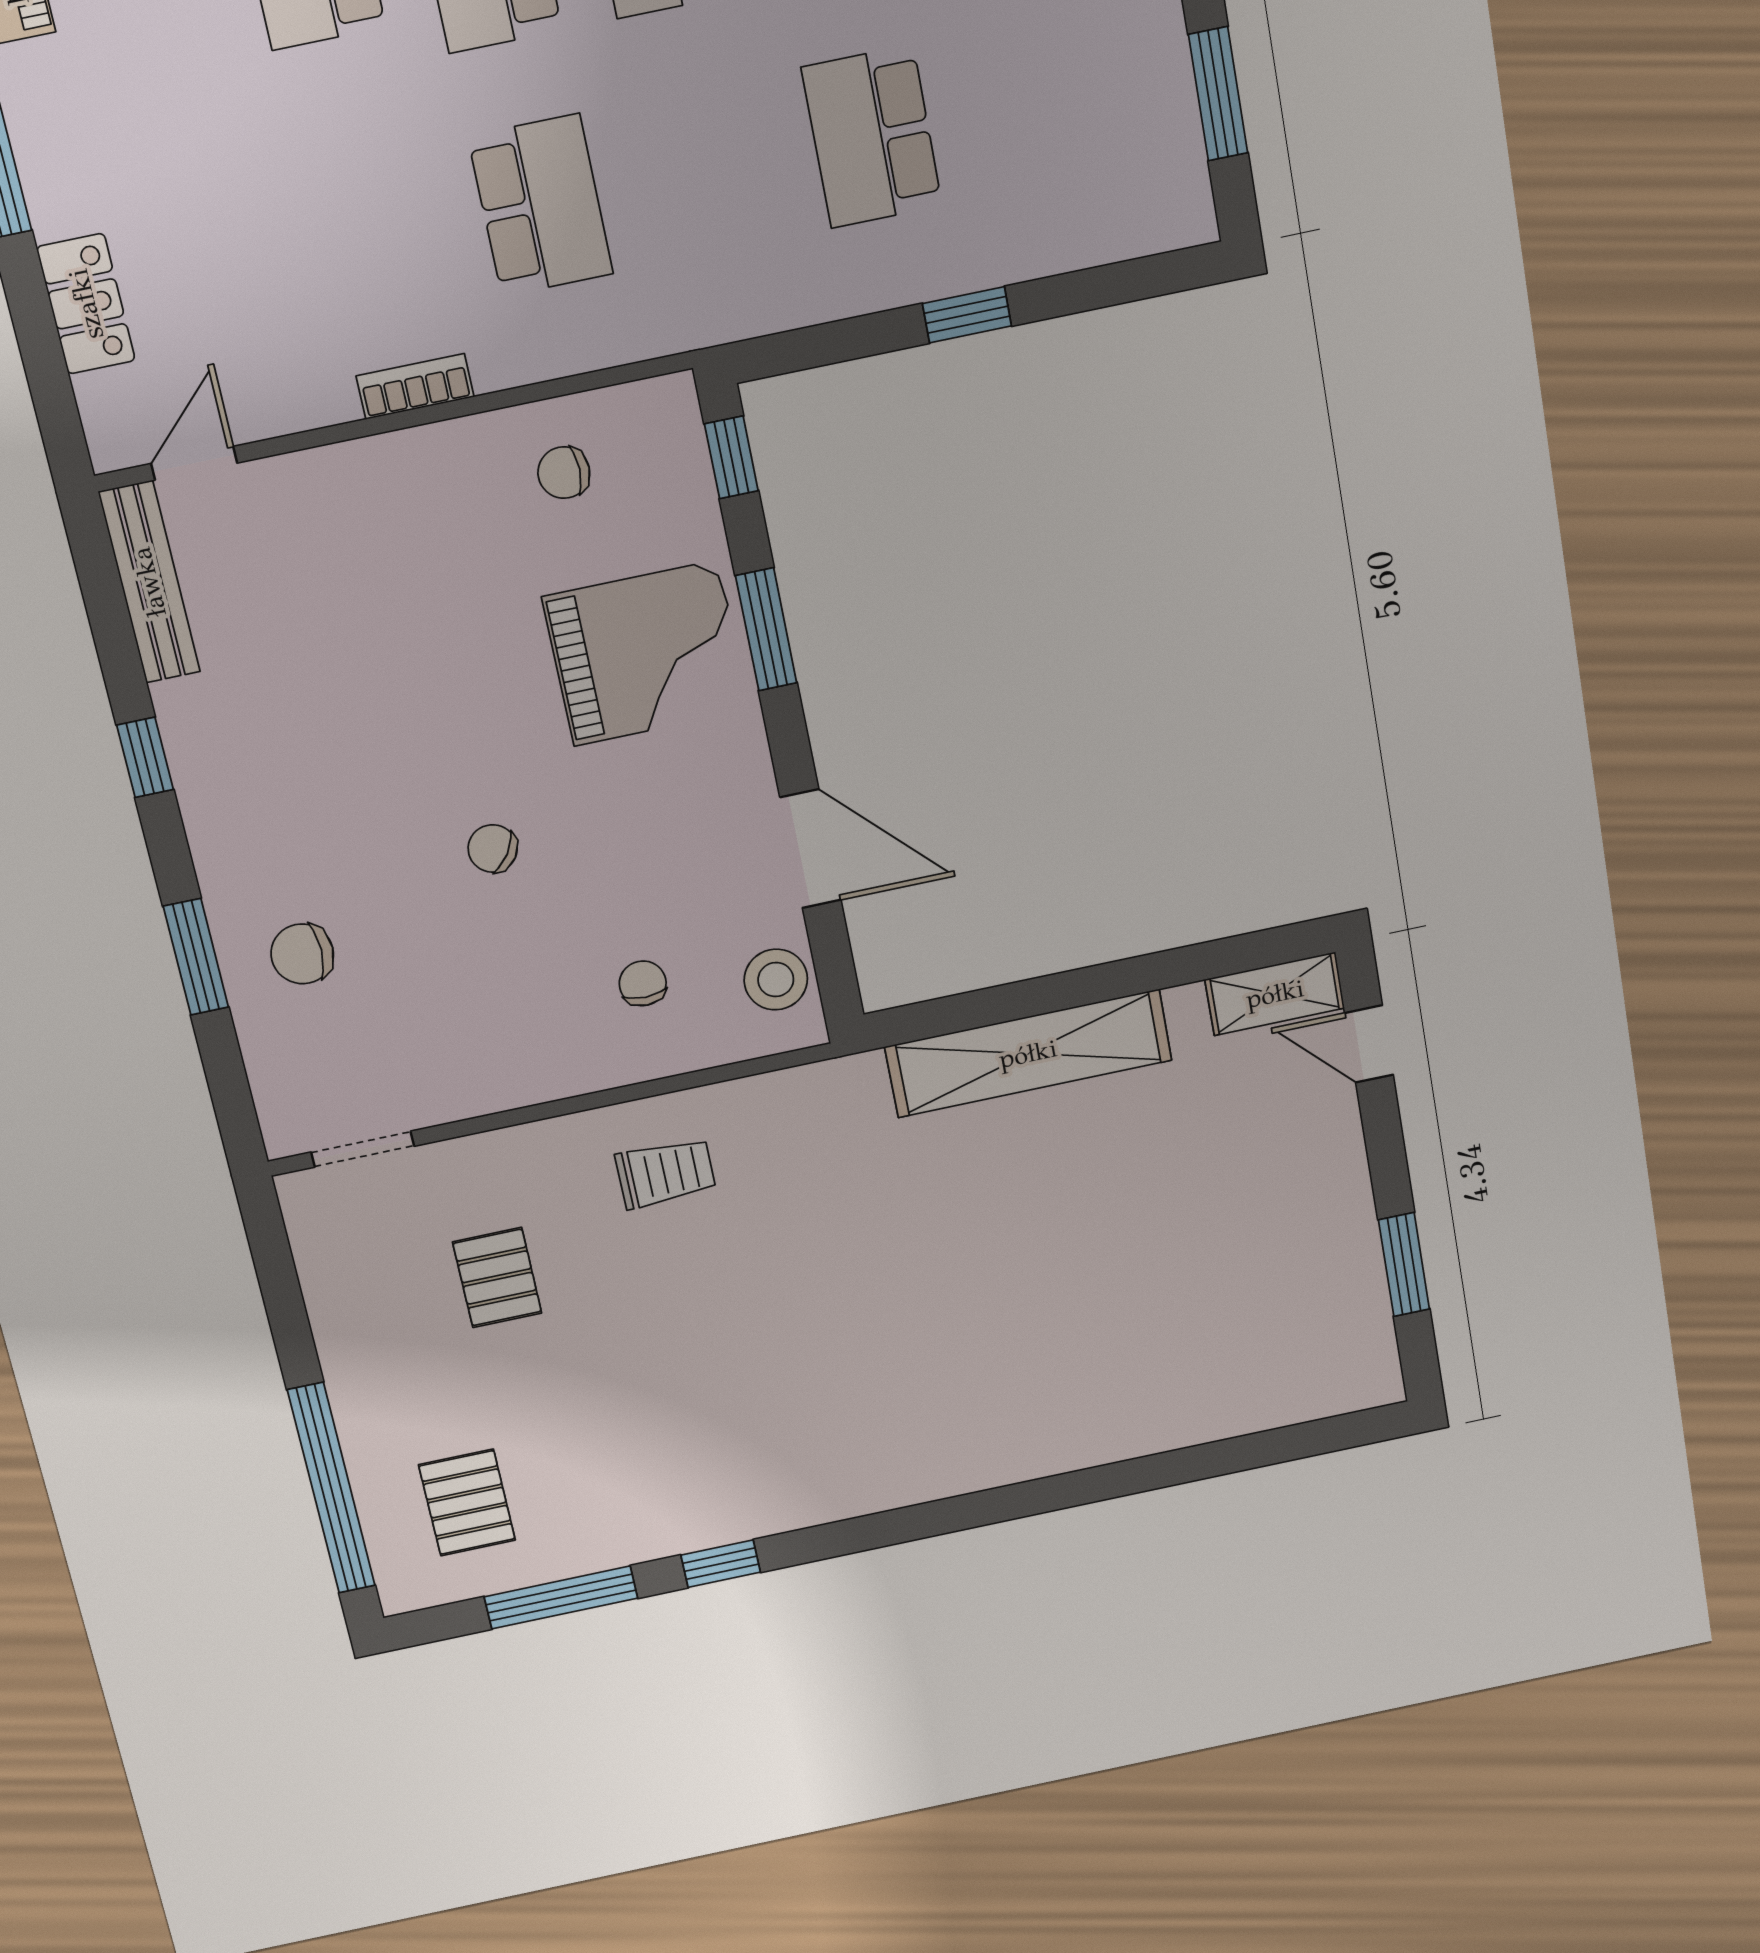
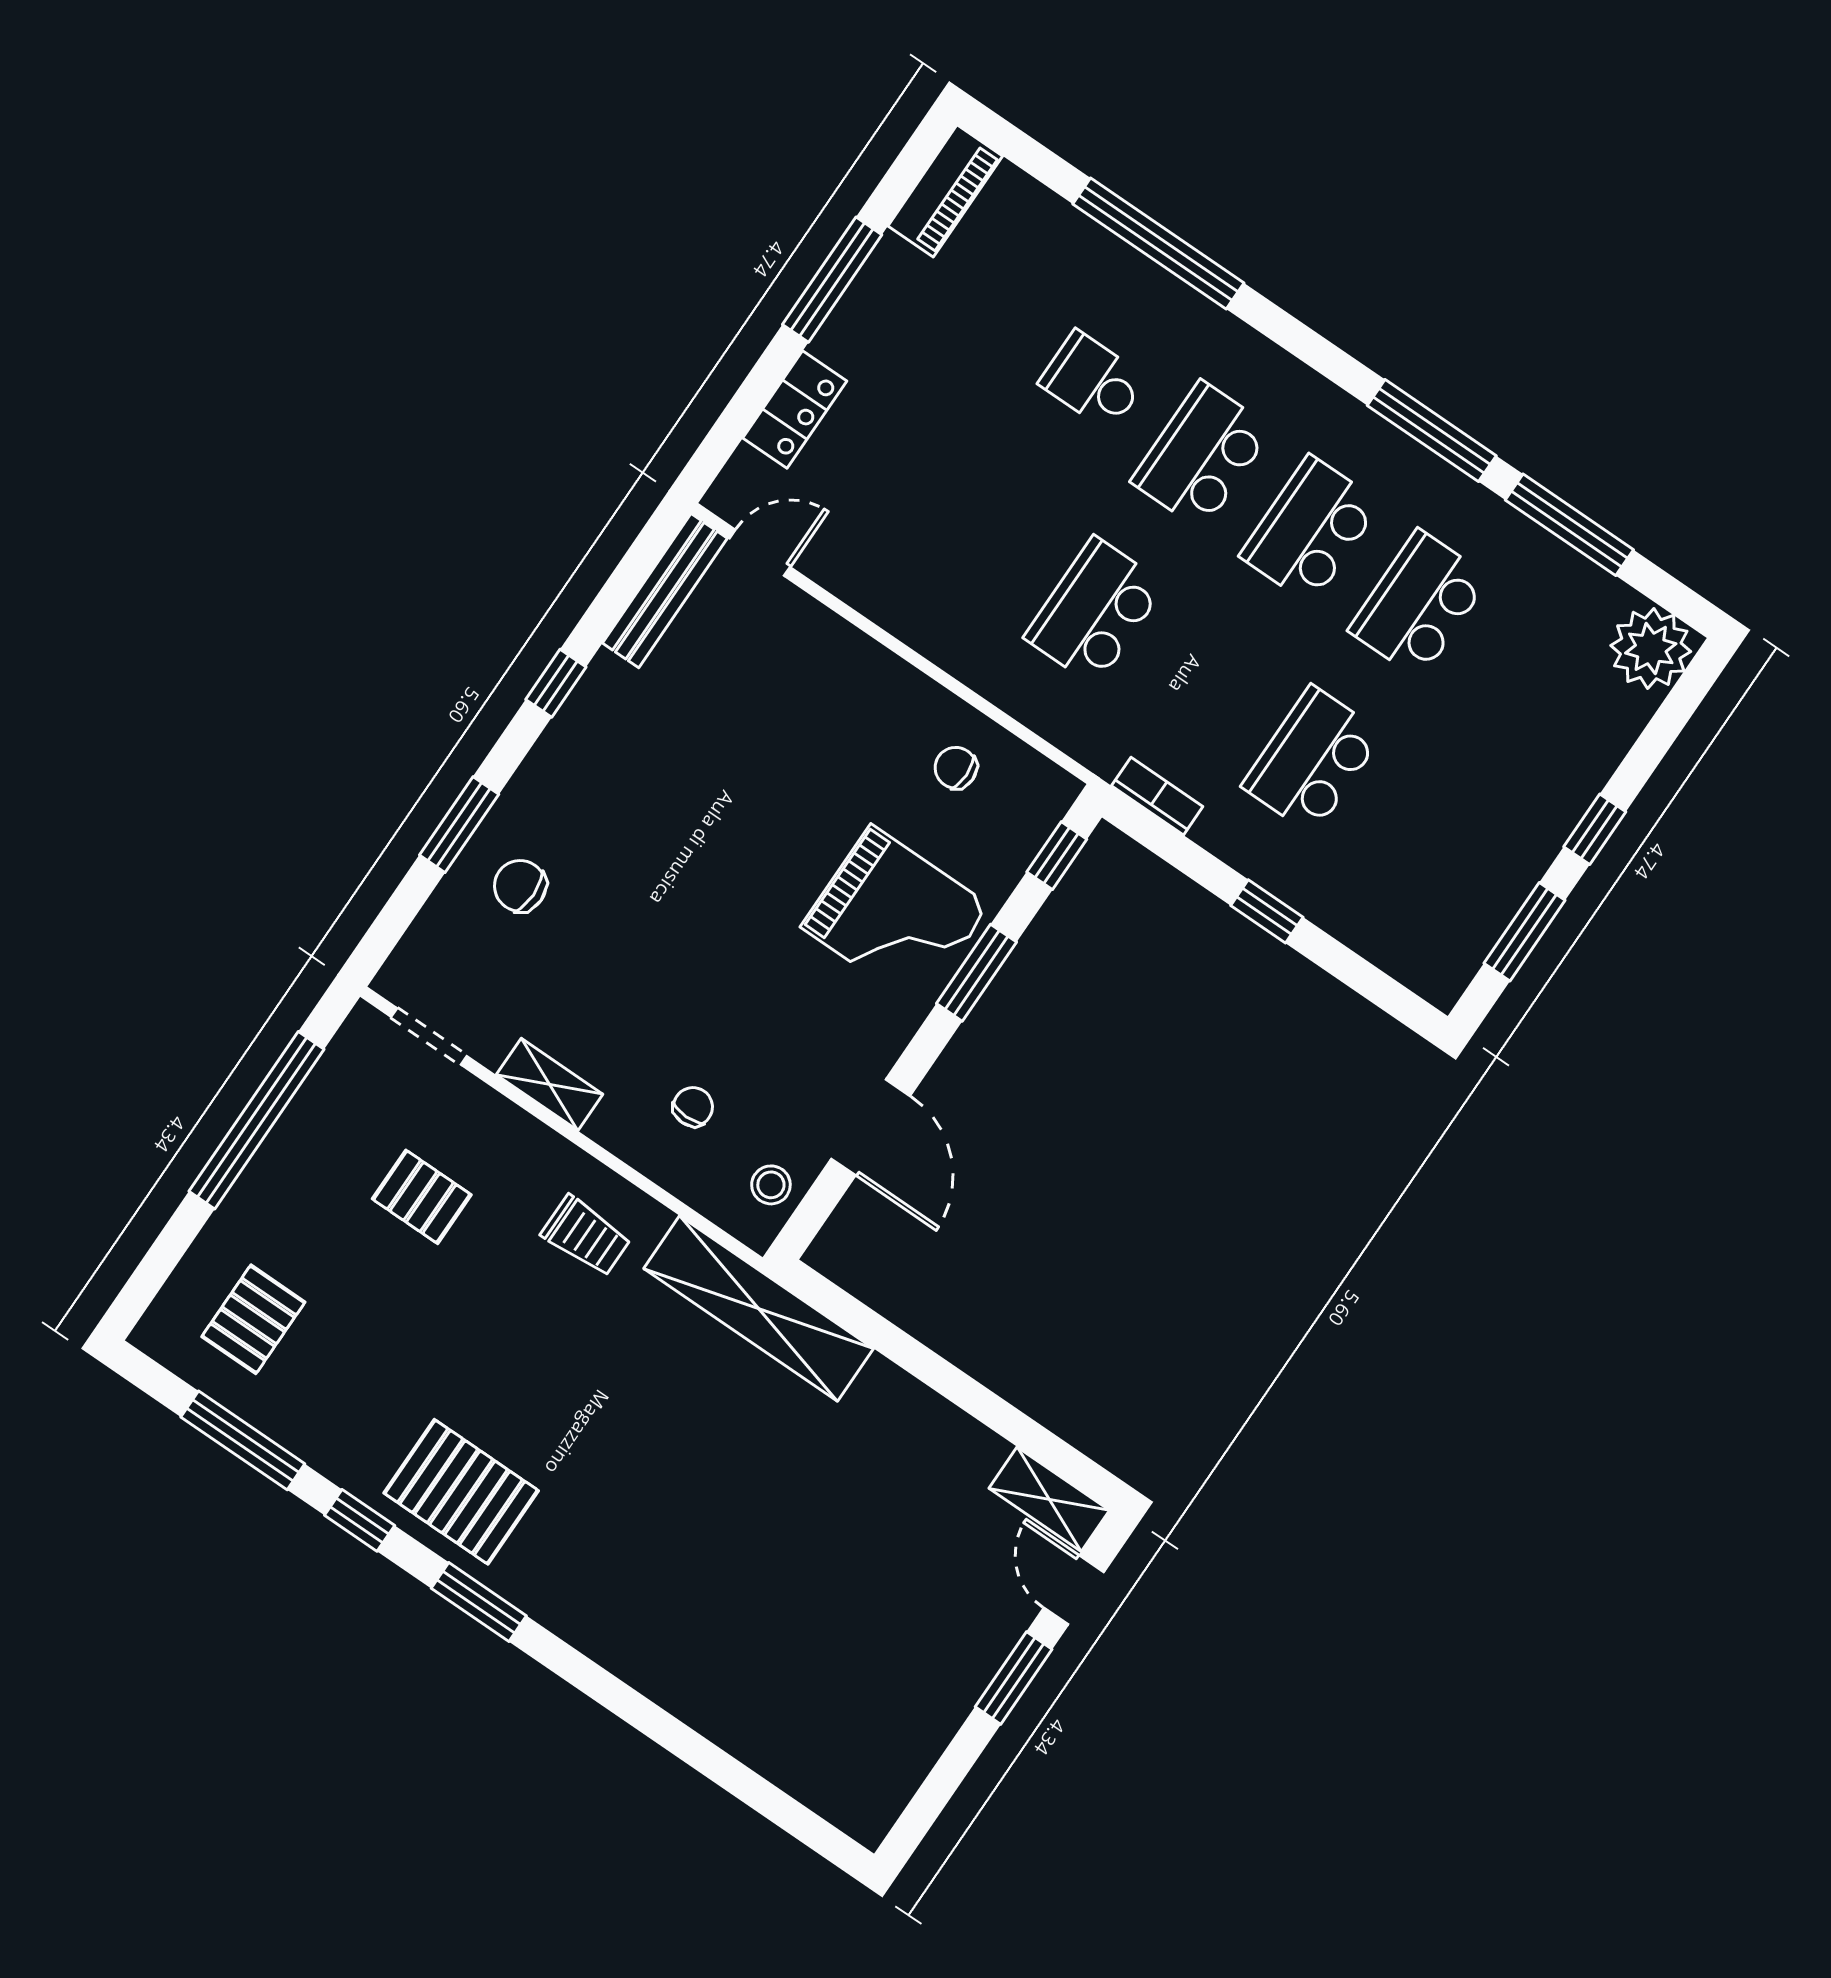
school desk: (541, 205) -> (1095, 611), turned 180
bookcase: (415, 386) -> (1157, 796), moved
chair: (493, 848) -> (692, 938), removed
stool: (776, 980) -> (771, 1185), width x0.73, depth x0.73
shelving: (1028, 1054) -> (759, 1309), moved
shelving: (504, 1086) -> (550, 1084), added
window: (1404, 1264) -> (1014, 1678), moved
pallet: (497, 1278) -> (422, 1197), turned 90
pallet: (779, 1464) -> (461, 1492), added
window: (331, 1488) -> (256, 1120), moved
window: (883, 1529) -> (479, 1602), added

